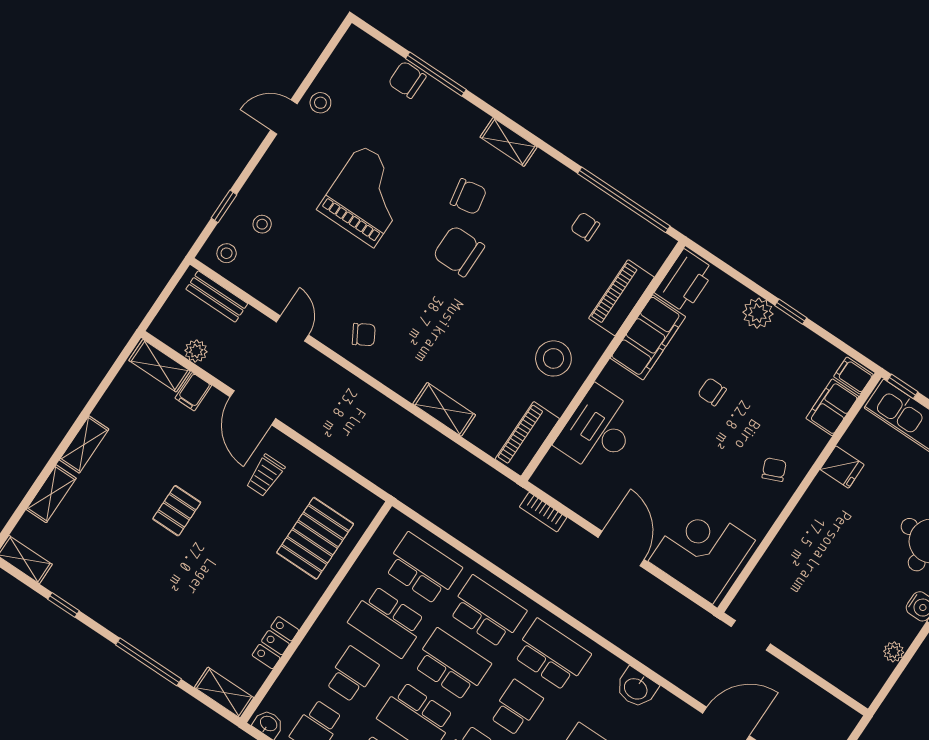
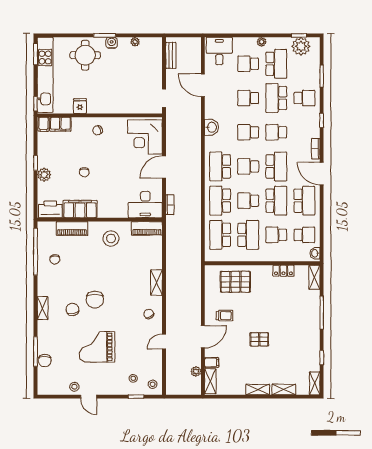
bench: (217, 296) -> (171, 55), moved
shelving: (444, 409) -> (156, 283), moved
desk: (598, 430) -> (145, 205), moved
school desk: (452, 665) -> (248, 201), width x0.54

